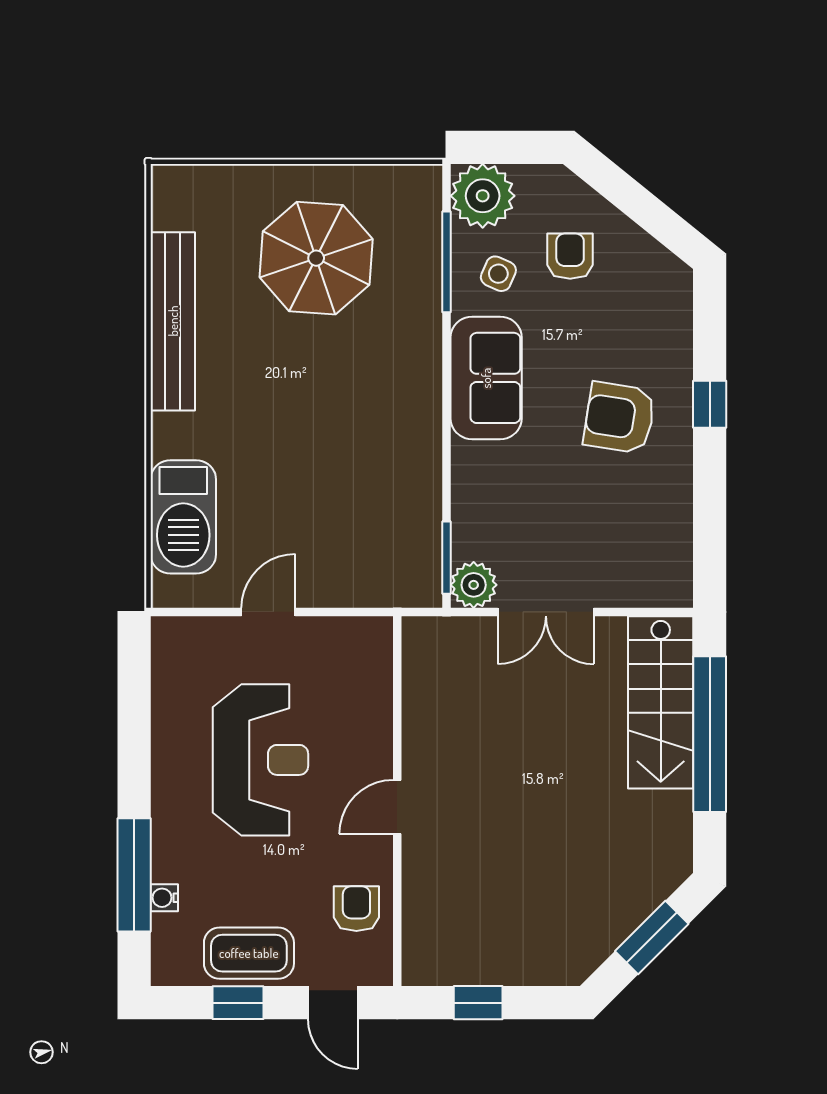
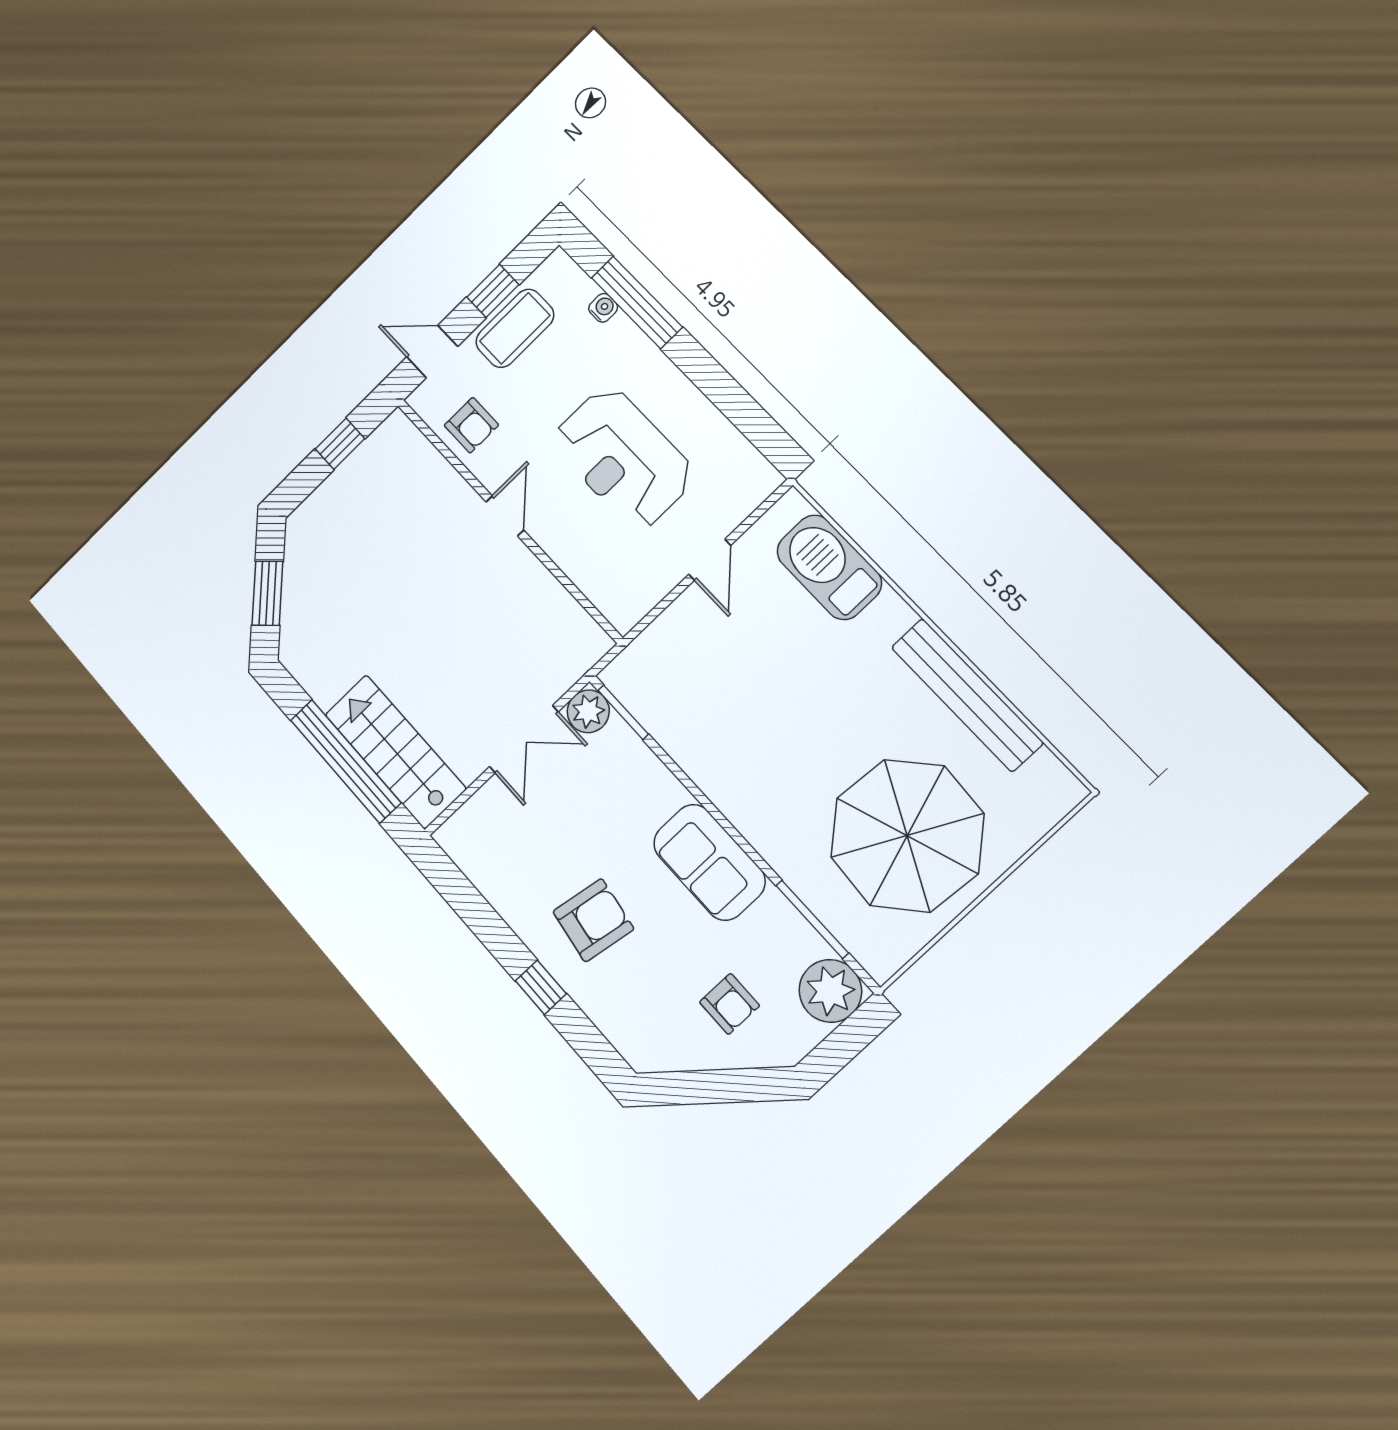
parasol: (316, 258) -> (907, 836), width x1.36, depth x1.36
side table: (498, 274) -> (768, 945), removed
double door: (546, 612) -> (524, 739), swing flipped

